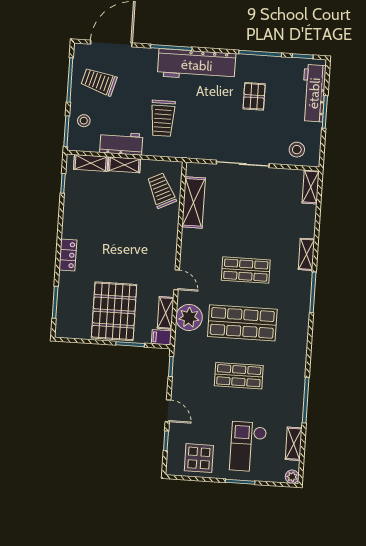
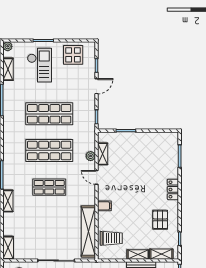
trolley: (161, 191) -> (111, 238), turned -64
shelving: (194, 202) -> (88, 232), width x1.47
pallet: (114, 311) -> (160, 220), moved, width x0.49, depth x0.50
plant: (189, 317) -> (91, 156), width x0.53, depth x0.53
filing cabinet: (161, 337) -> (104, 206), moved
shop shelf: (239, 376) -> (49, 114), width x1.43, depth x1.36
door: (168, 411) -> (97, 86), swing flipped

